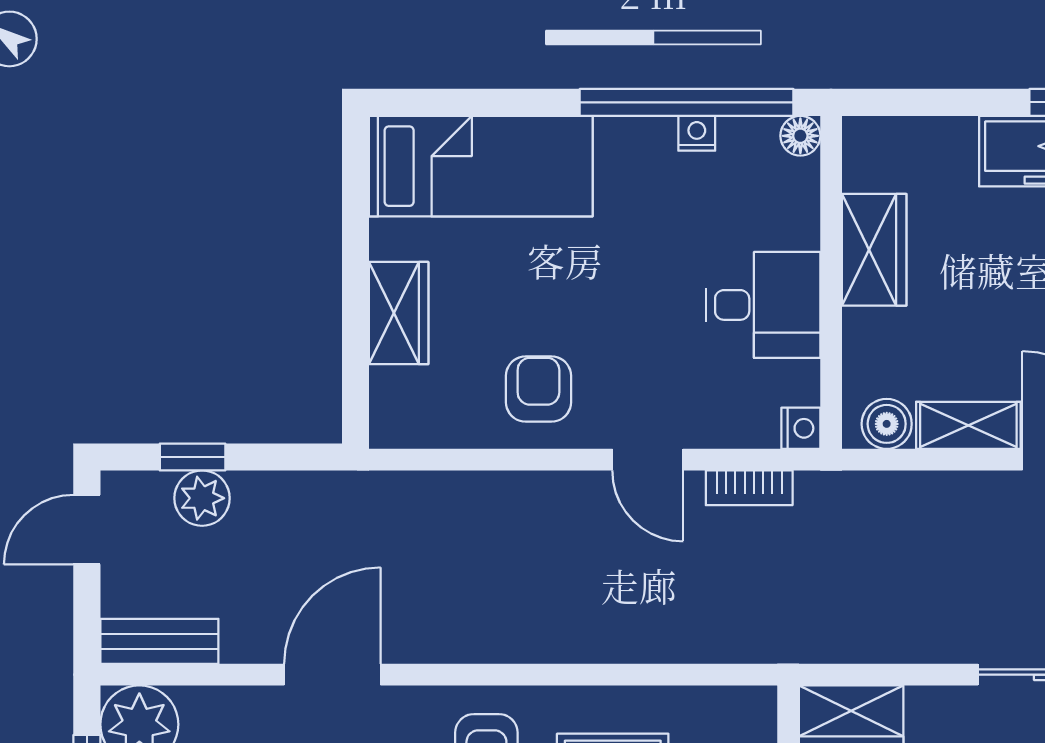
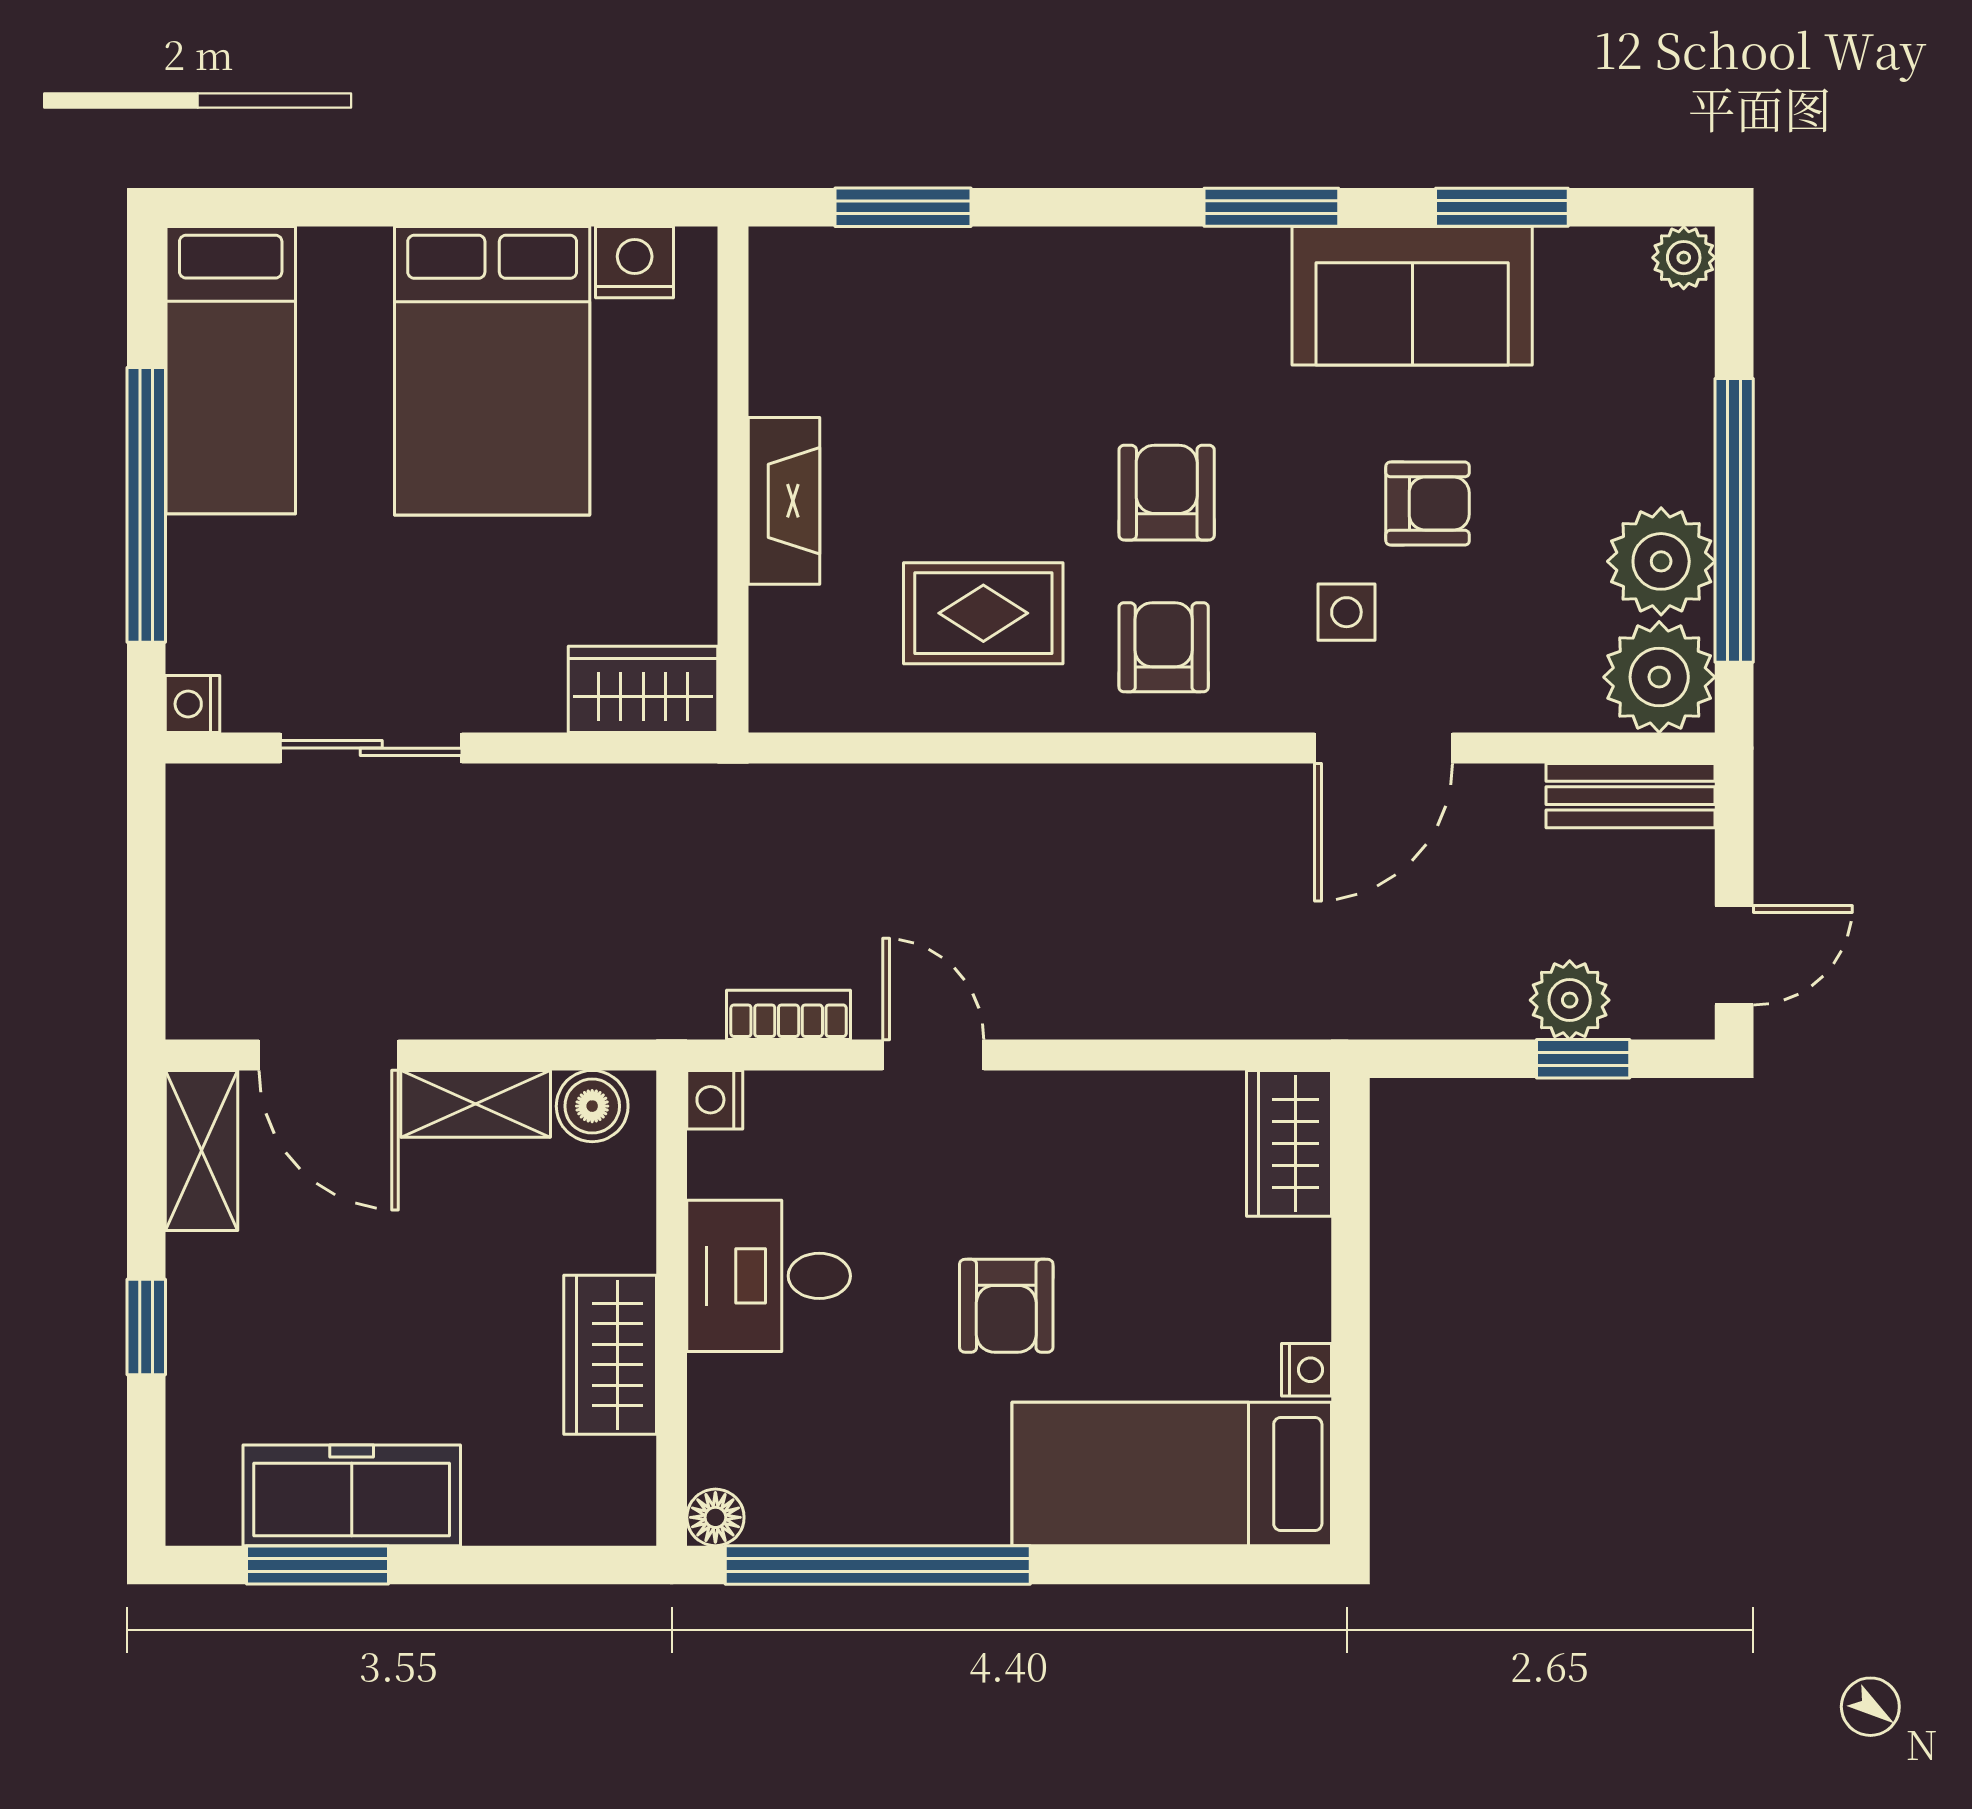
nightstand: (697, 133) -> (1307, 1370), moved, turned -90
wardrobe: (399, 313) -> (1289, 1143), moved
armchair: (538, 389) -> (1006, 1306), moved

